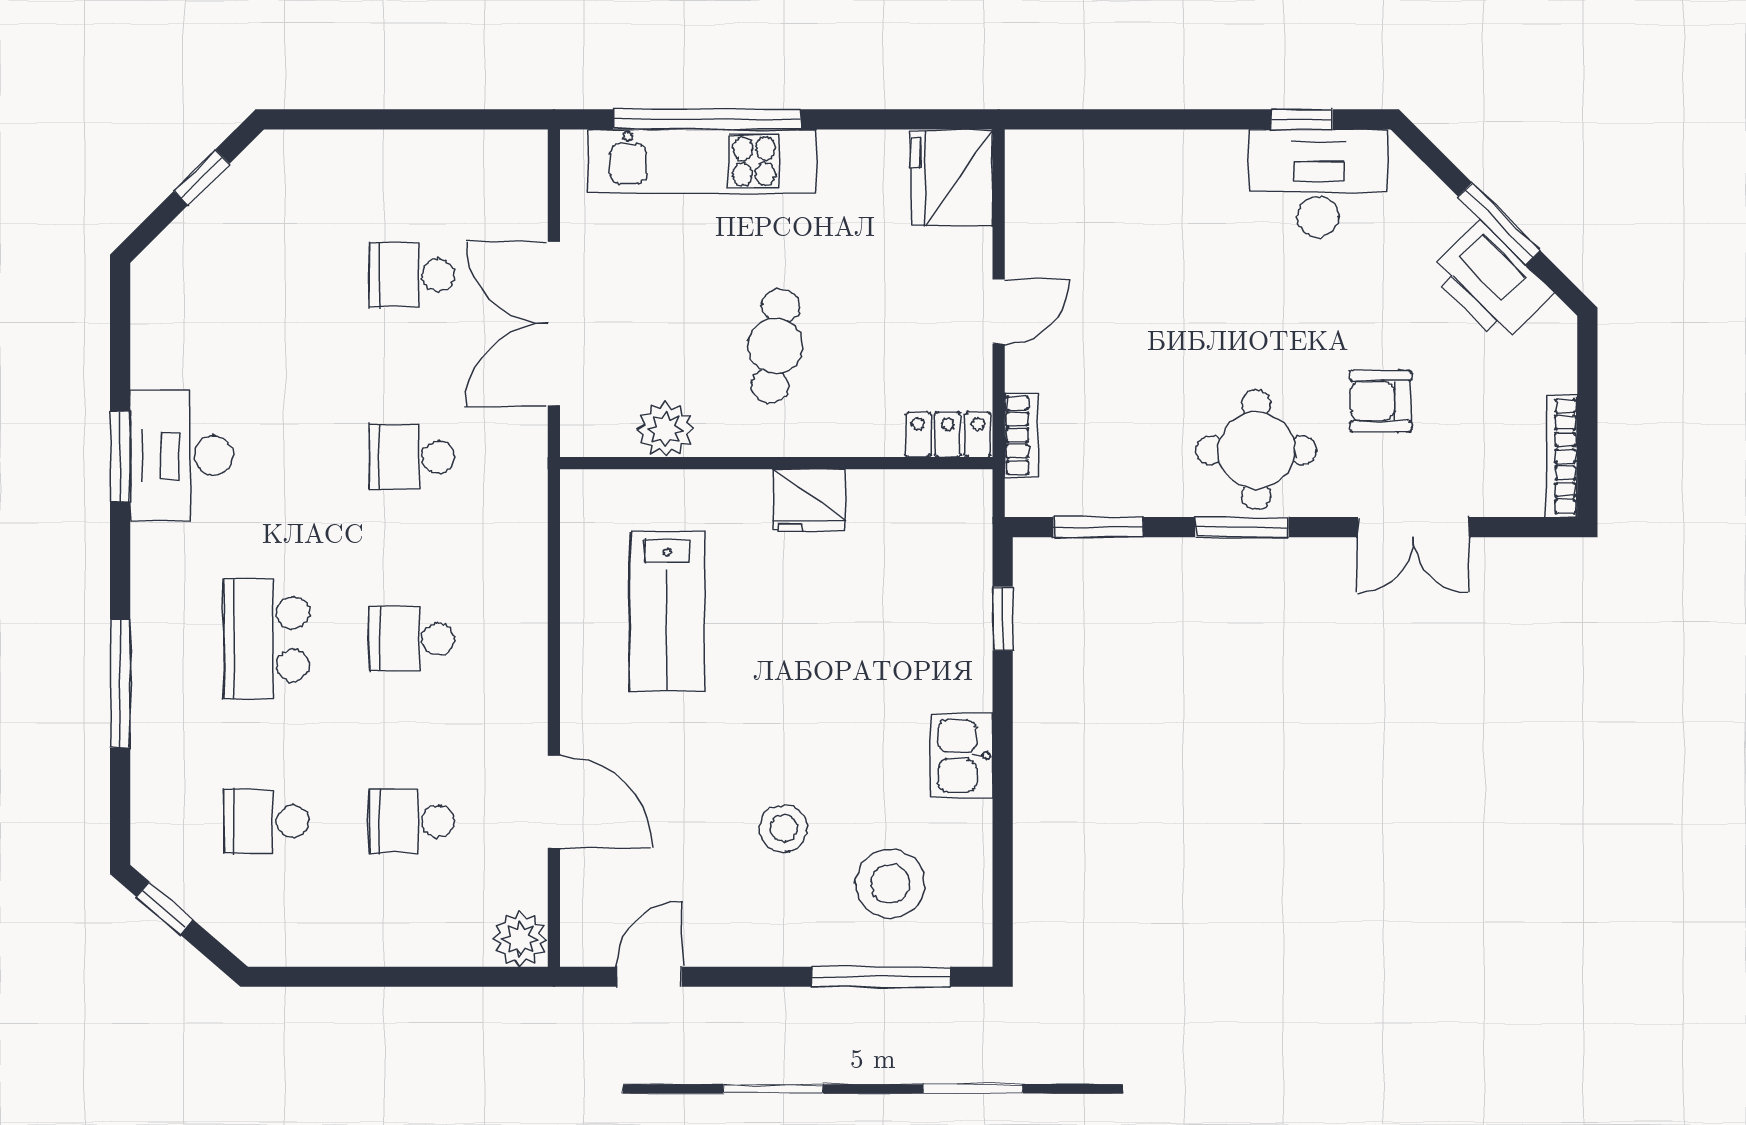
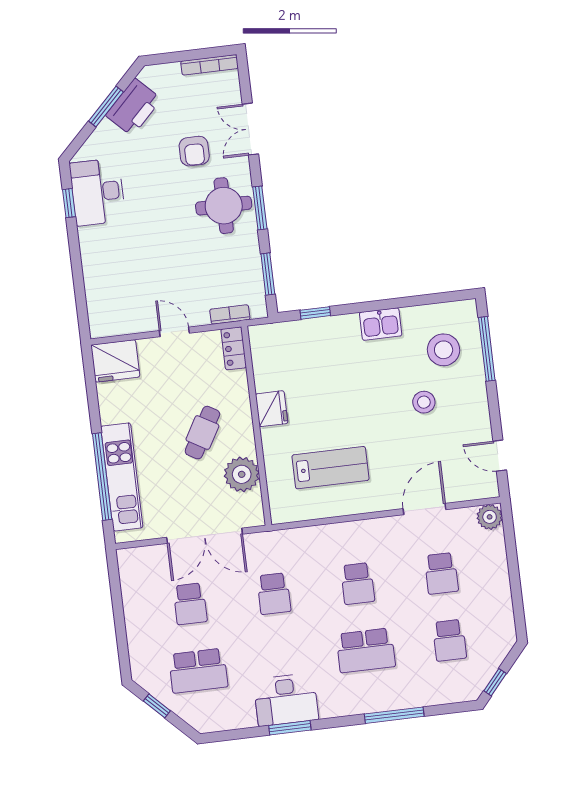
school desk: (266, 275) -> (198, 671), added
cafe table: (775, 346) -> (202, 433), turned -68
plant: (666, 429) -> (242, 474), width x1.36, depth x1.36
double door: (1413, 527) -> (250, 129), swing flipped

